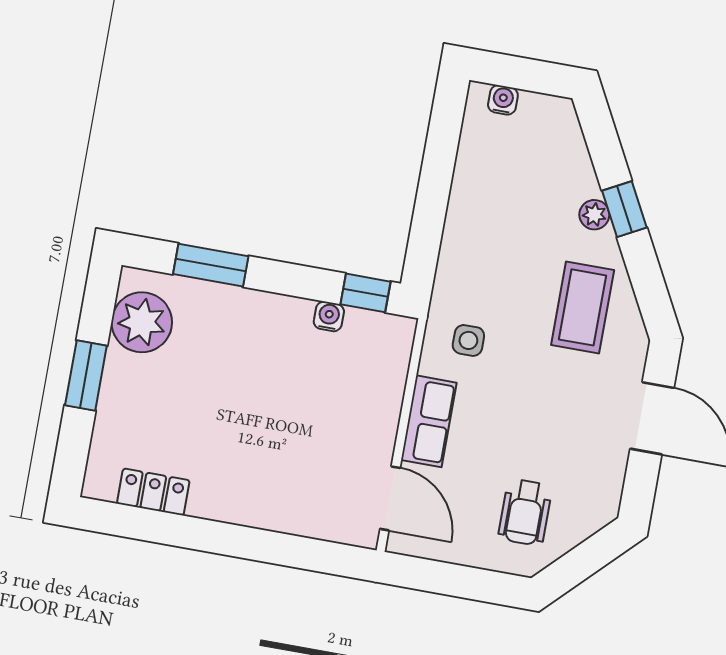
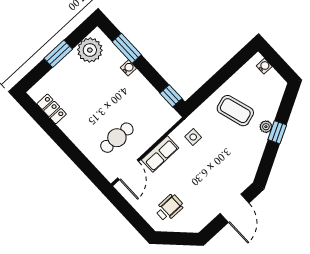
coffee table: (583, 307) -> (235, 111), moved, turned 73
water cooler: (329, 316) -> (128, 68), moved
cafe table: (322, 453) -> (117, 138), added
wheelchair: (525, 512) -> (169, 208), turned 180

